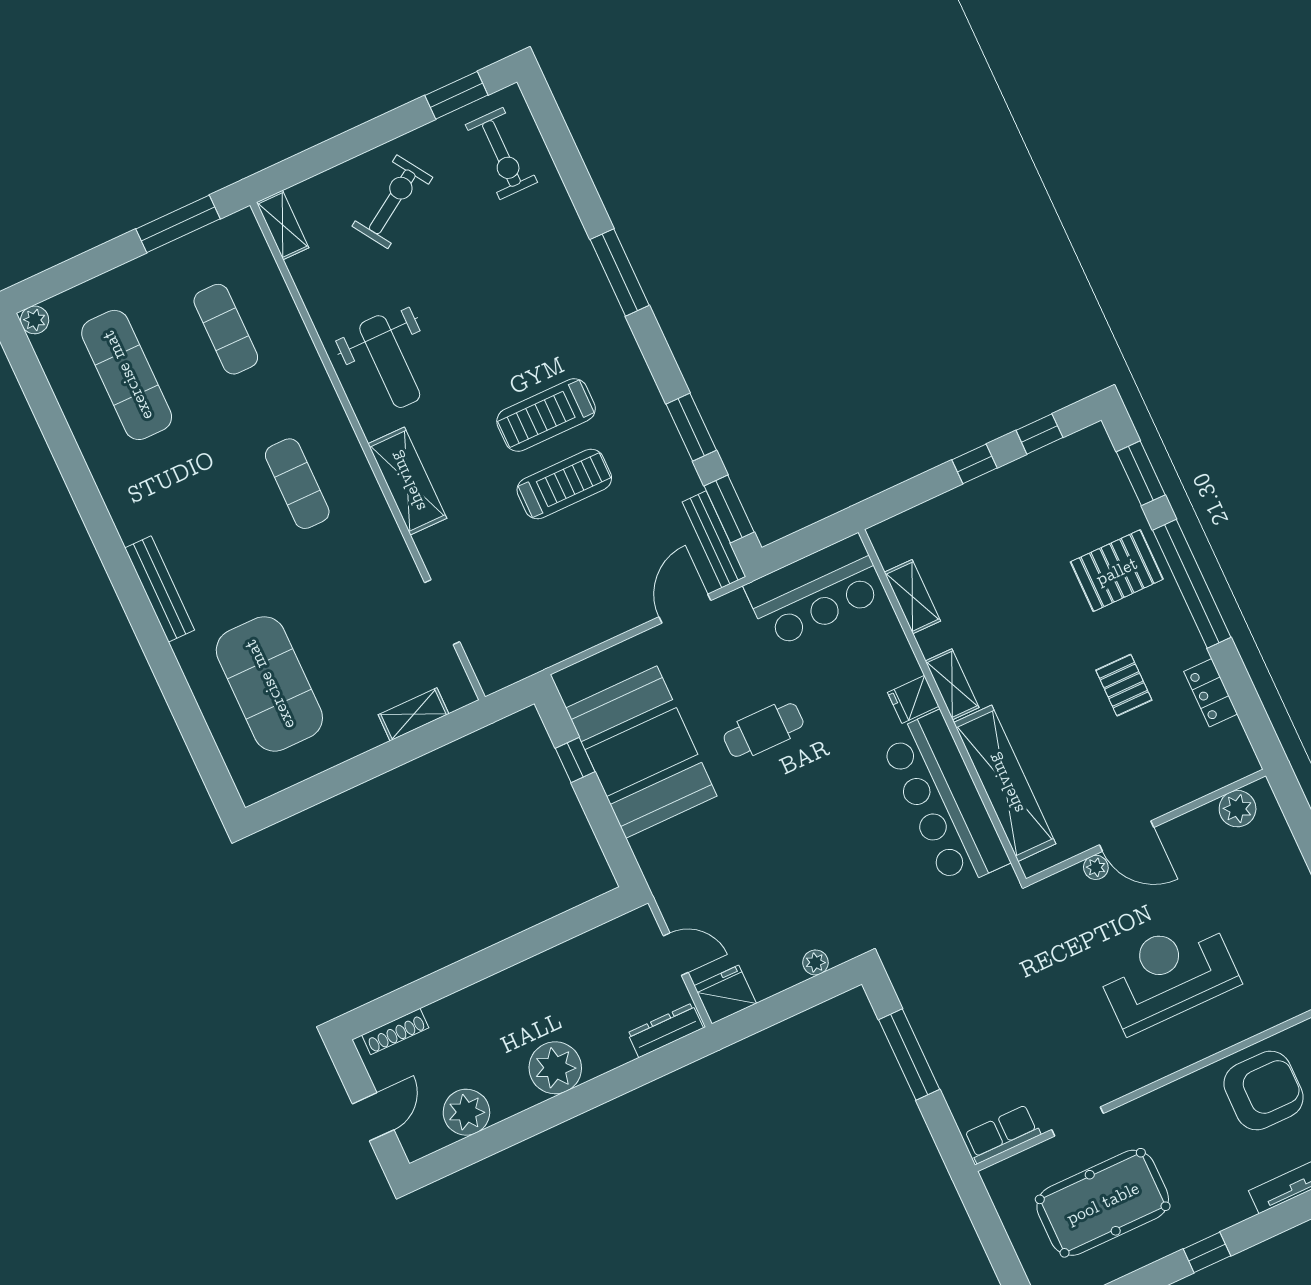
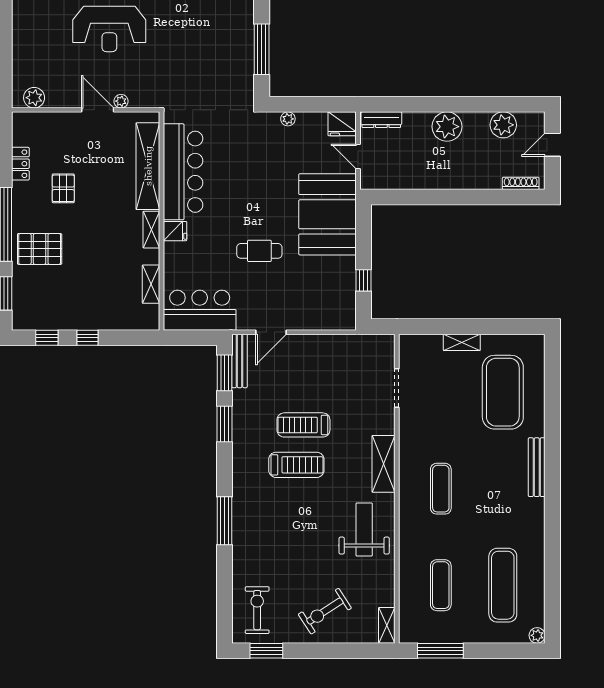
shelving: (414, 714) -> (462, 342), moved
booth: (641, 752) -> (327, 214), moved

